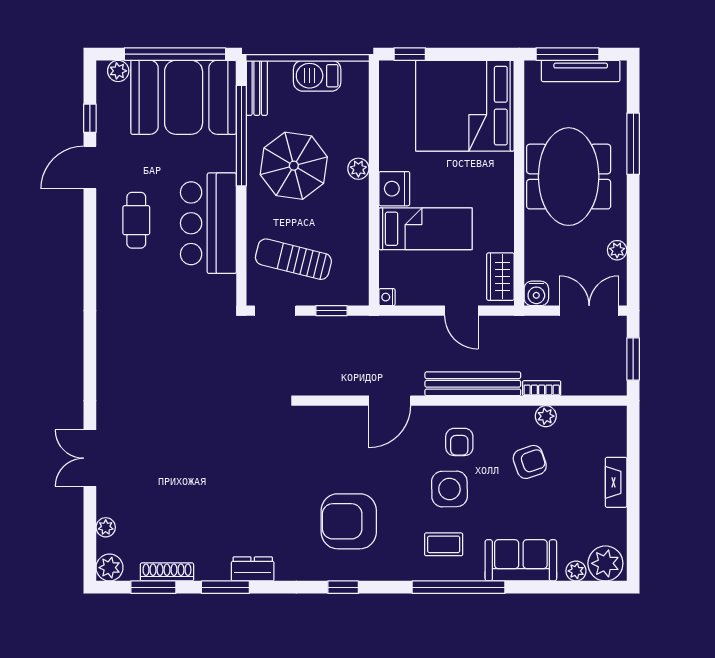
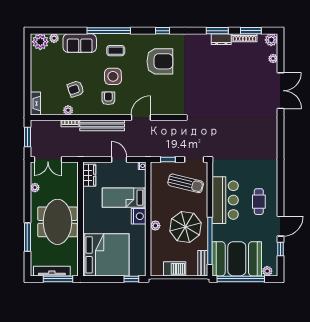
water cooler: (536, 293) -> (72, 167), removed
door: (461, 311) -> (119, 159), moved
double door: (90, 458) -> (280, 91), width x1.37
fireplace: (616, 482) -> (35, 103), moved
dresser: (253, 569) -> (221, 39), moved

